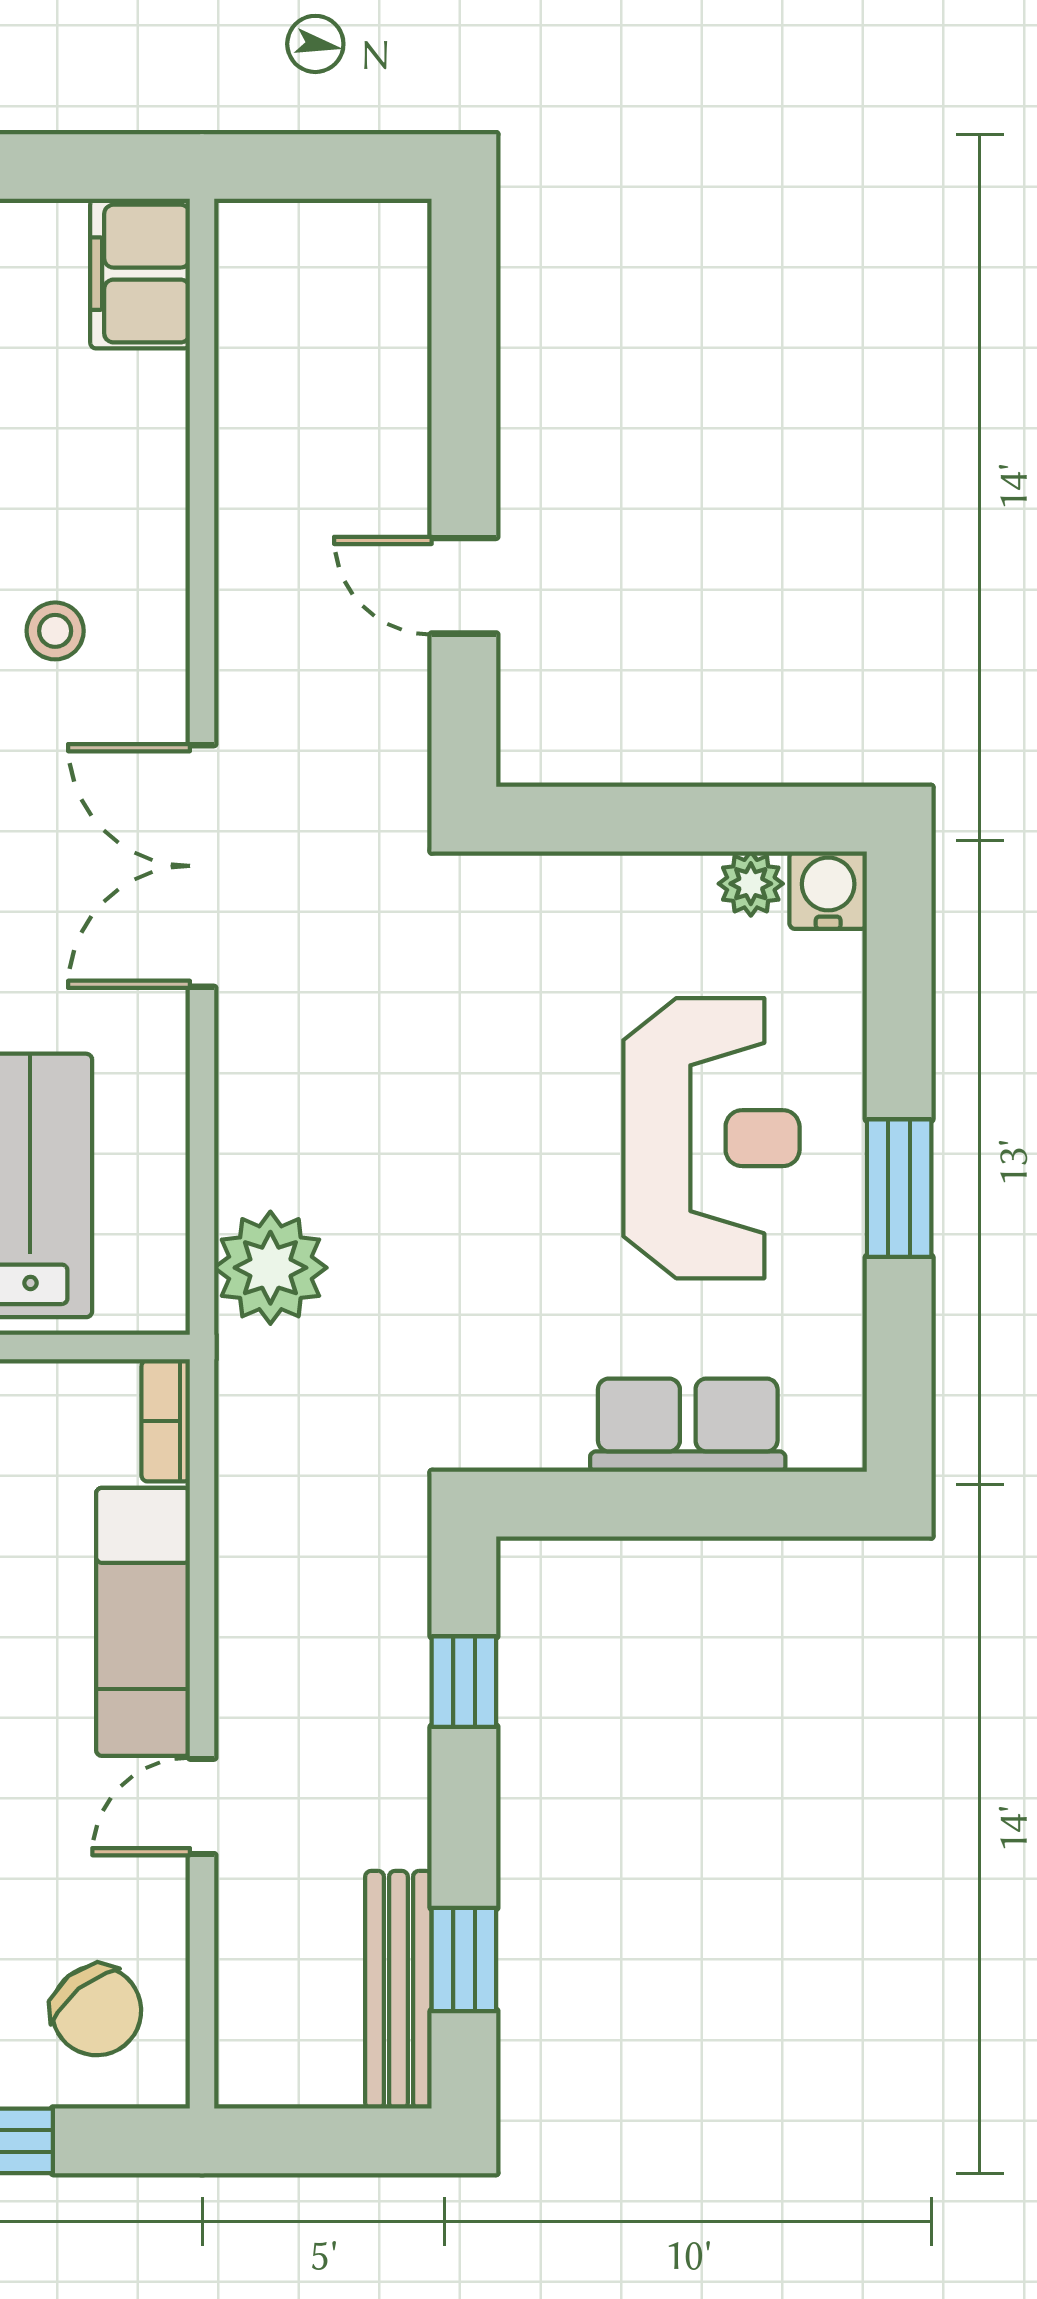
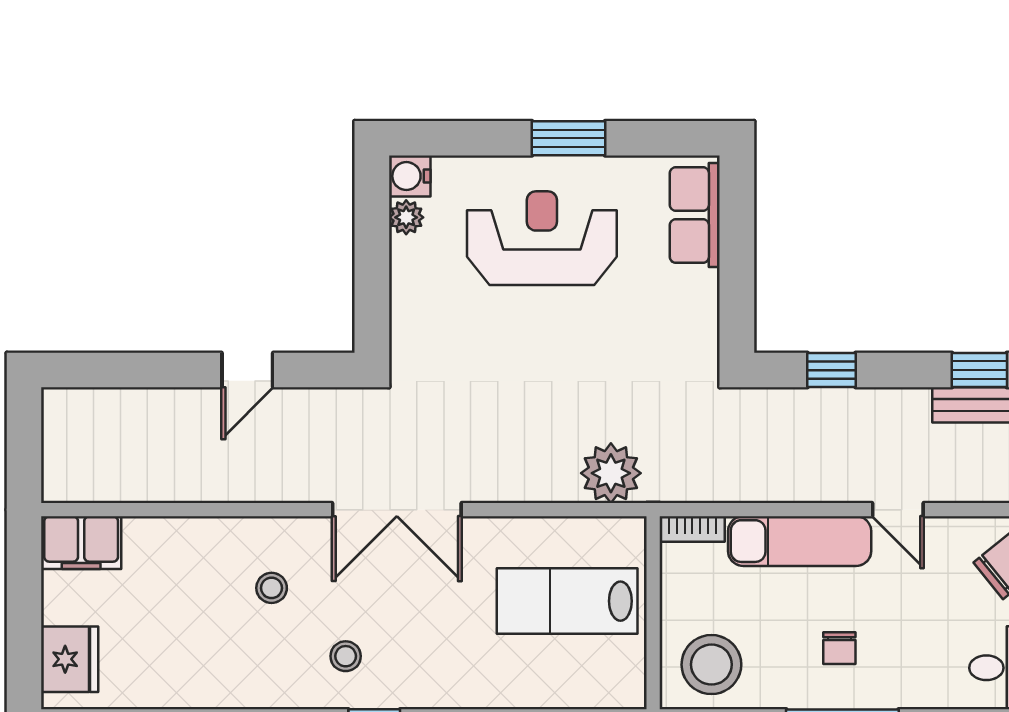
row of seats: (688, 1425) -> (695, 215), moved

